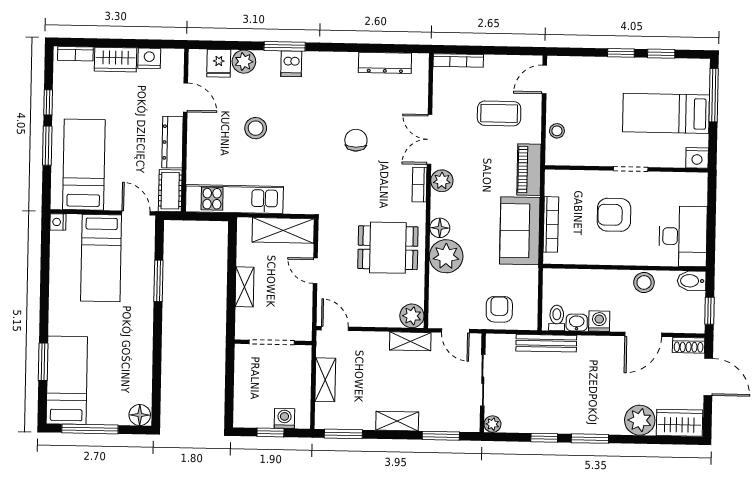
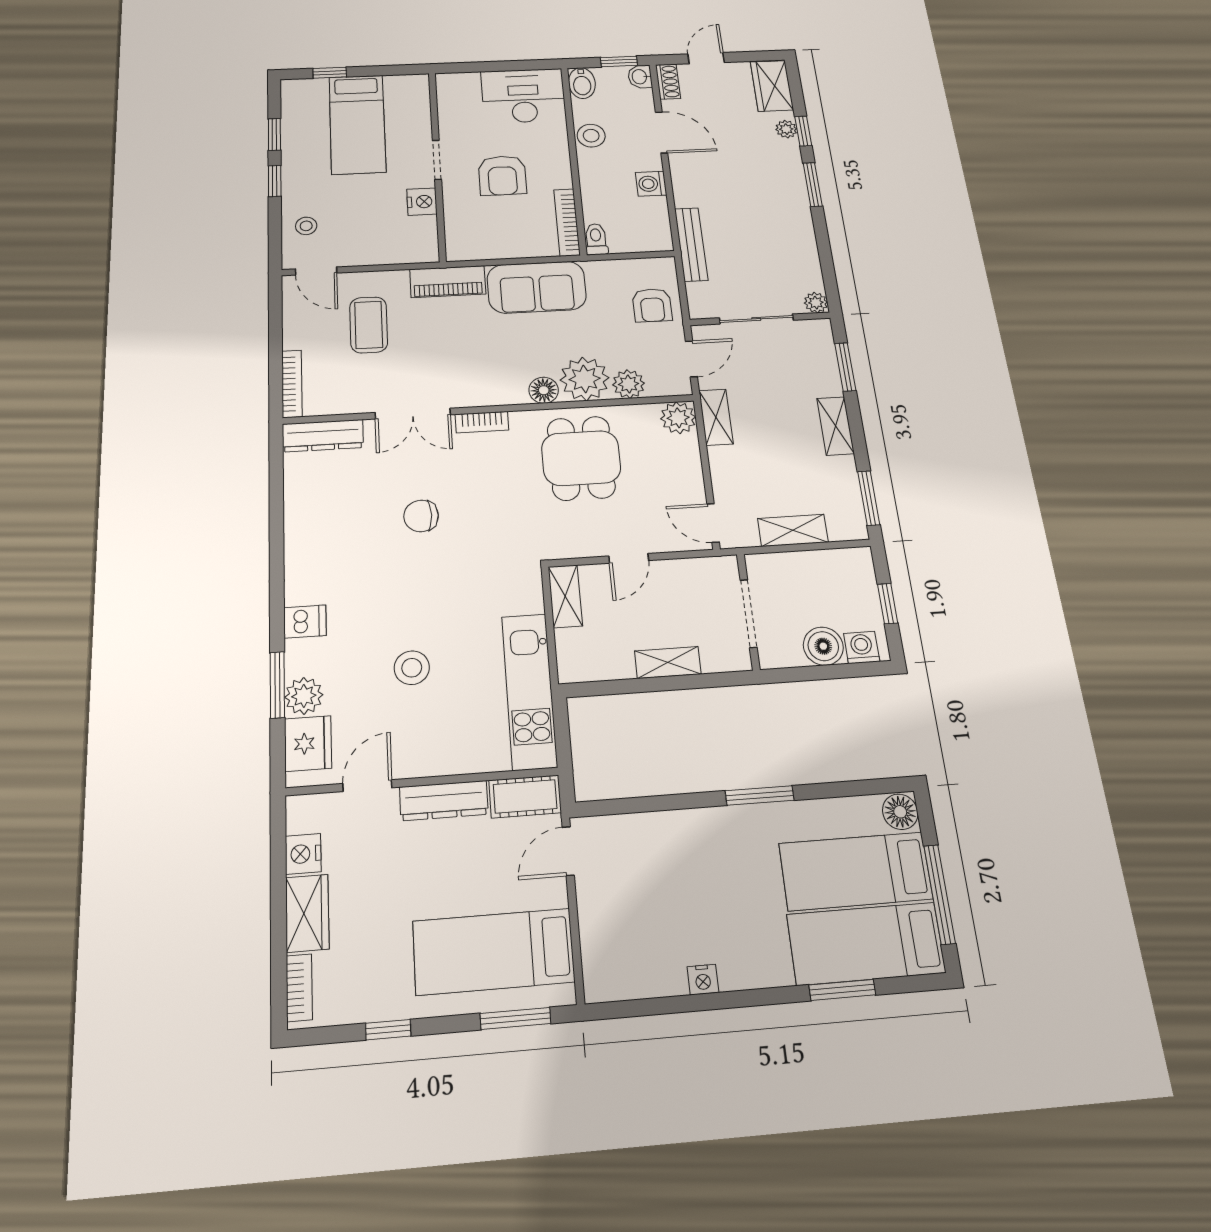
window: (285, 46) -> (277, 685), moved
fridge: (219, 63) -> (308, 743), width x1.38
dresser: (385, 63) -> (323, 436), moved, turned 90
window: (714, 95) -> (330, 73), width x0.46
stool: (557, 131) -> (306, 226), moved
window: (47, 146) -> (515, 1019), moved
nightstand: (697, 158) -> (422, 202), moved
plant: (442, 181) -> (629, 384), moved
nightstand: (58, 222) -> (703, 980), moved
bookcase: (551, 224) -> (567, 222), moved, turned -90
shelving: (283, 230) -> (565, 596), width x0.67, depth x0.75
bed: (101, 258) -> (856, 871), moved, turned 180
window: (158, 281) -> (760, 795), moved
armchair: (499, 309) -> (652, 305), turned -90
toilet: (557, 318) -> (596, 239), moved, turned 90
washbasin: (577, 323) -> (640, 77), moved
door: (335, 329) -> (713, 523), hinge flipped
door: (708, 377) -> (706, 58), width x0.73
boiler: (246, 386) -> (823, 646), added
washing machine: (284, 418) -> (862, 647), moved, turned 90
plant: (640, 420) -> (786, 129), width x0.53, depth x0.53
window: (544, 438) -> (803, 131), moved

